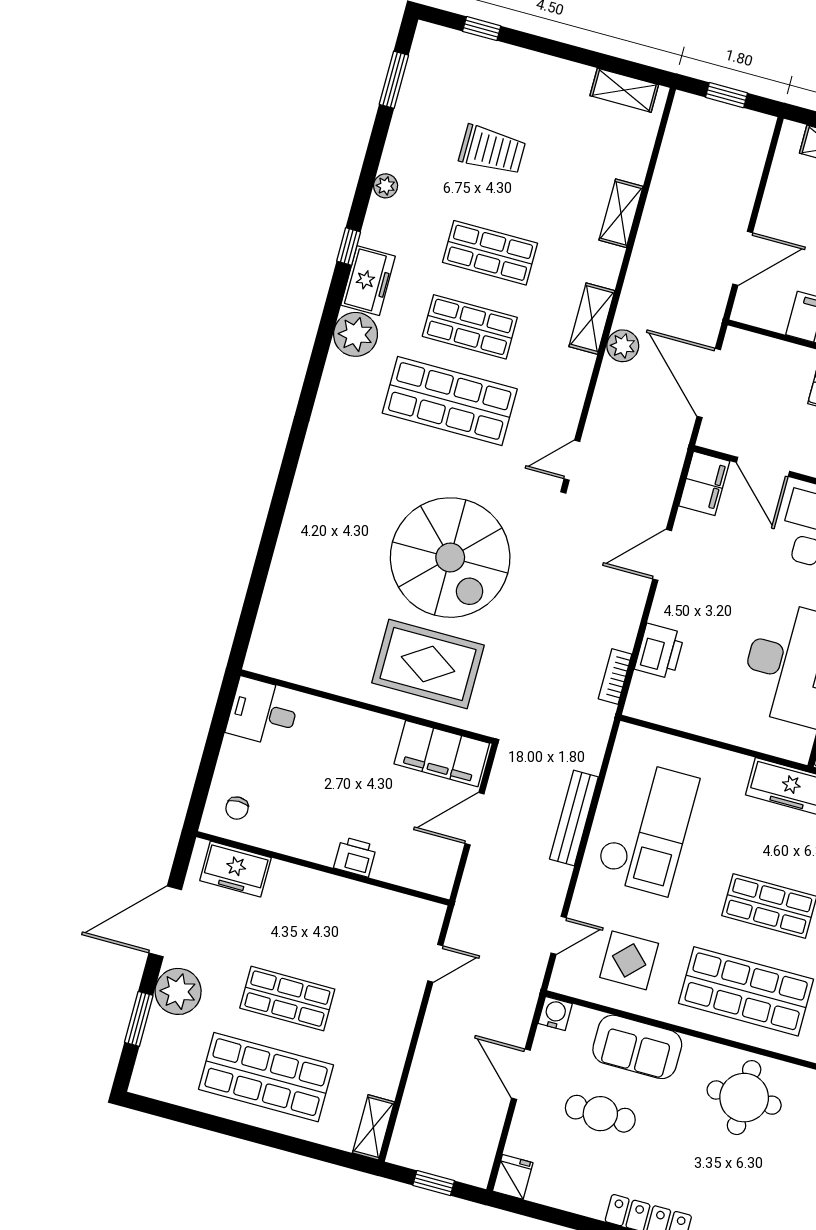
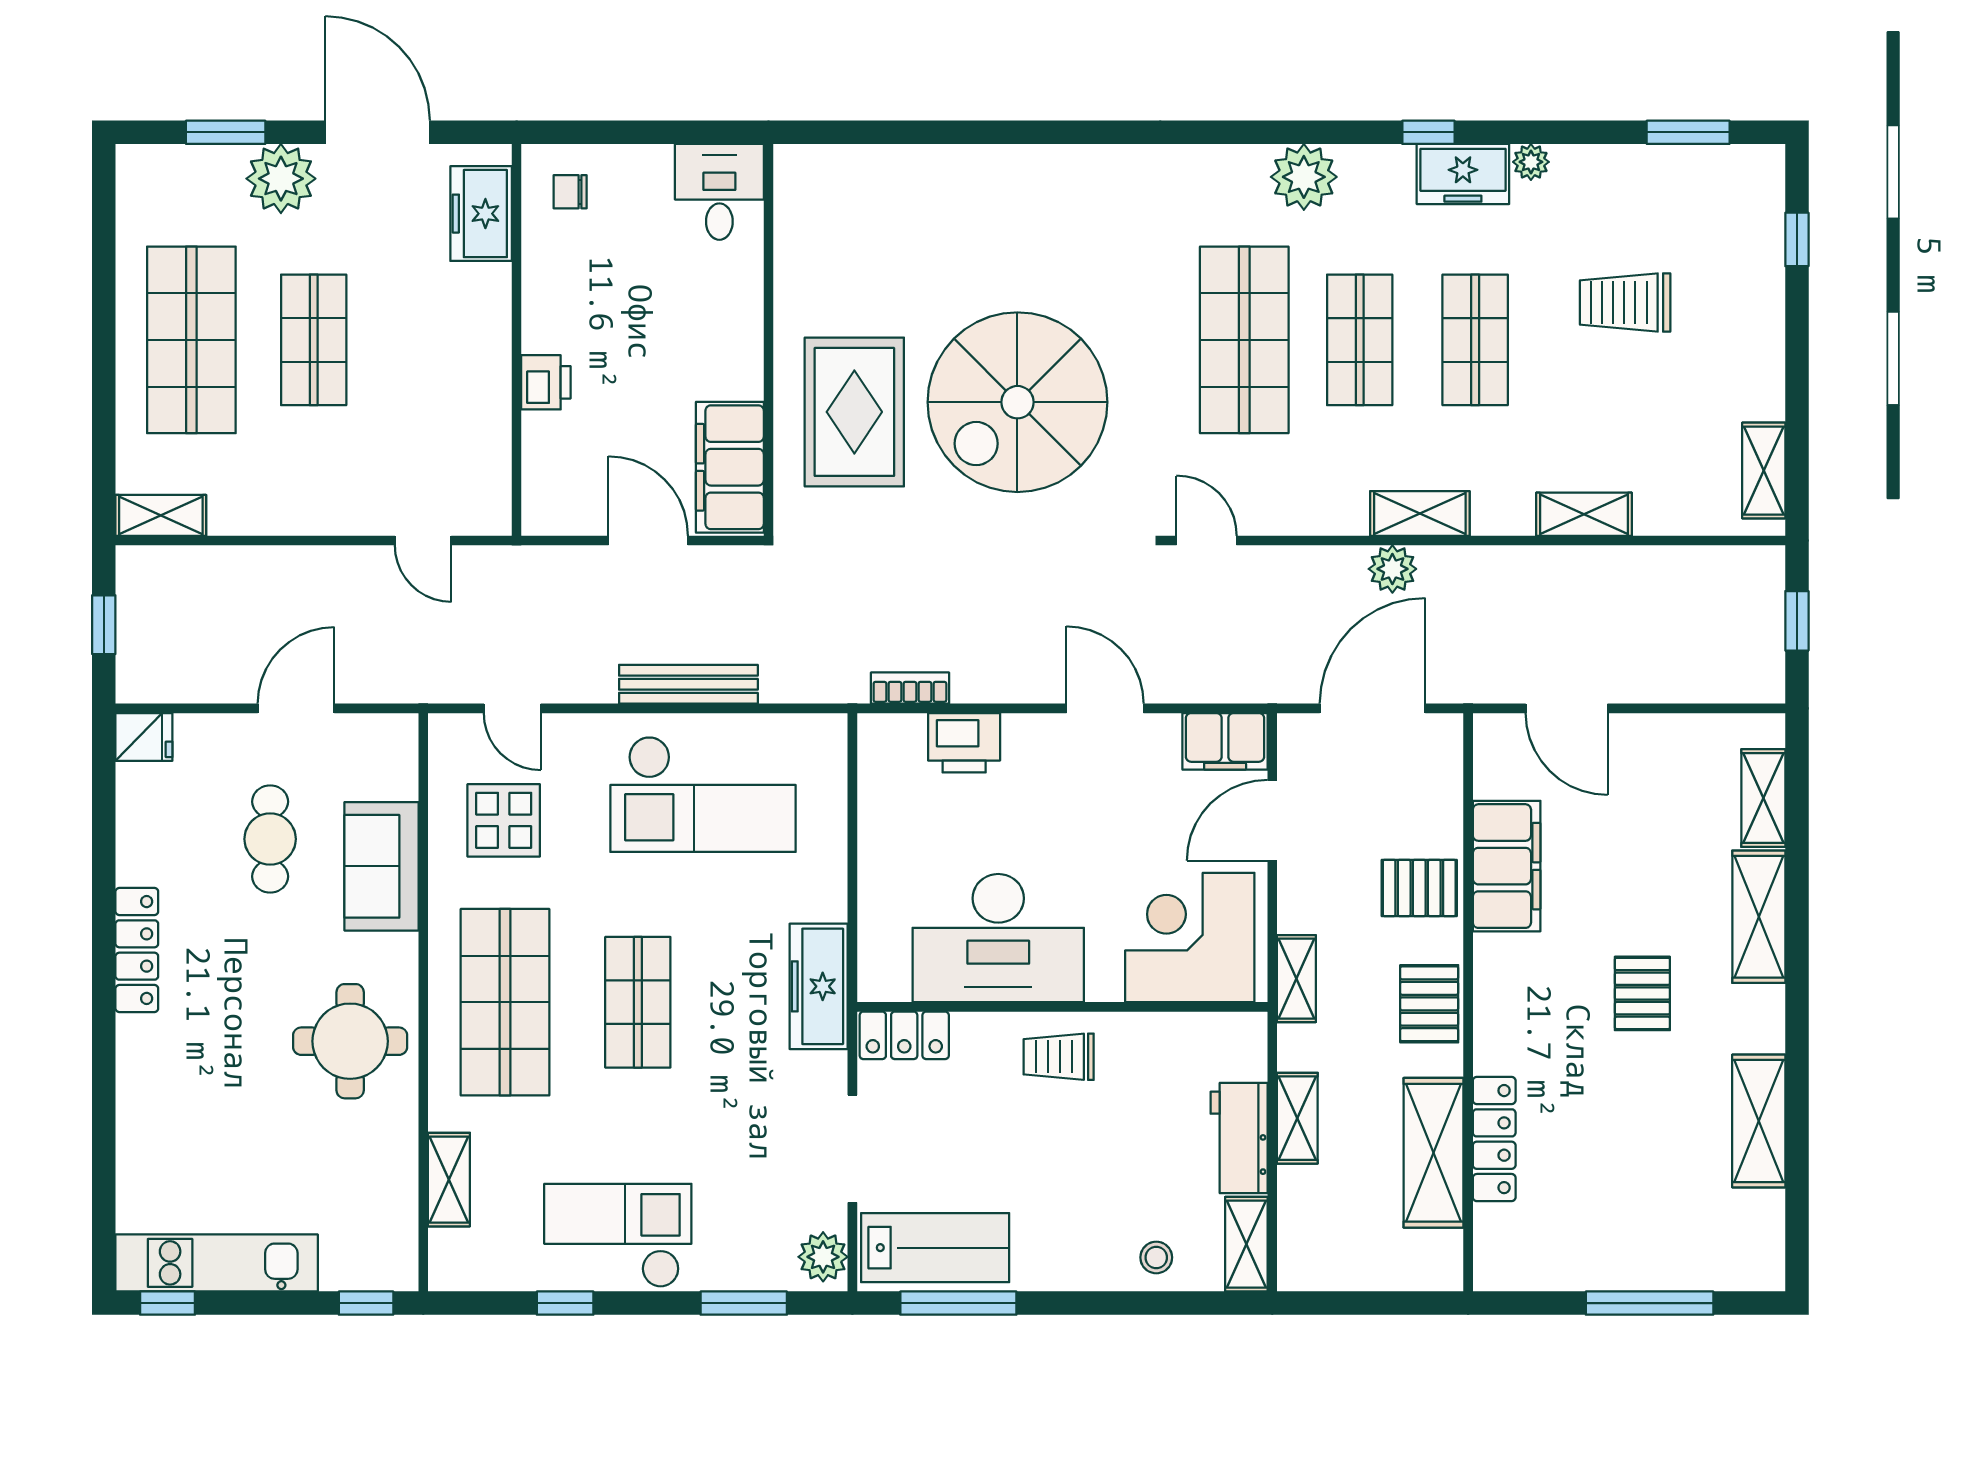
trolley: (492, 150) -> (1625, 302), turned 90
freezer: (368, 281) -> (1463, 174), moved
water cooler: (555, 1014) -> (398, 734), removed

